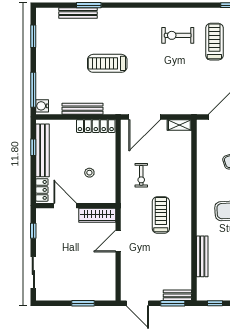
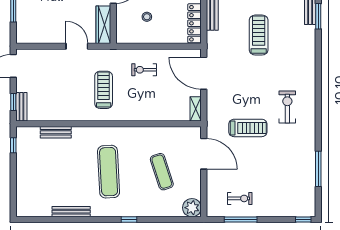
treadmill: (214, 42) -> (248, 128), moved
treadmill: (161, 215) -> (104, 90), turned -90
bench: (202, 256) -> (56, 132), width x0.73
window: (173, 303) -> (13, 102), width x0.67

